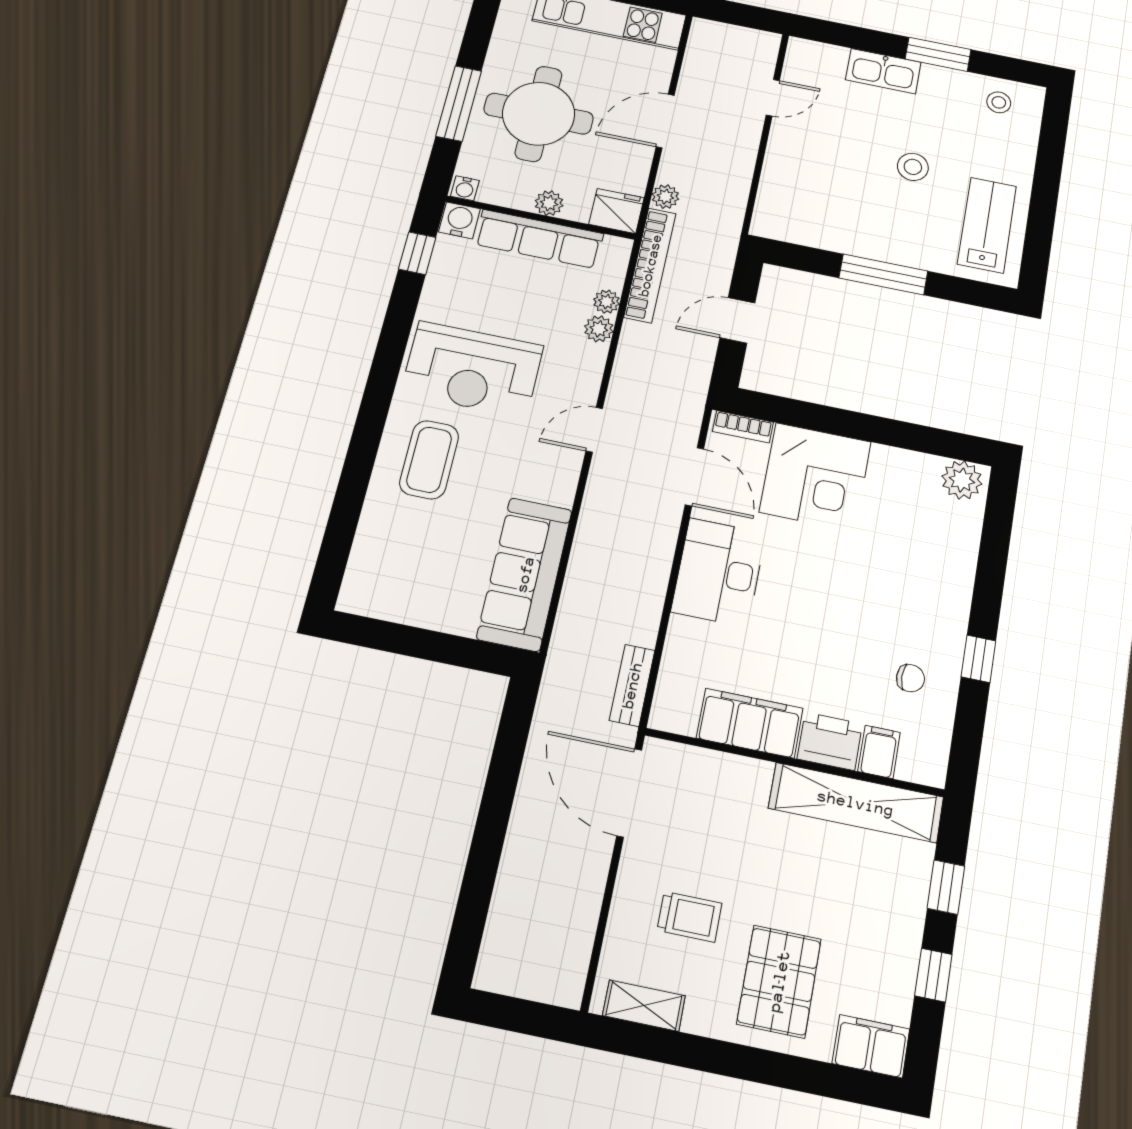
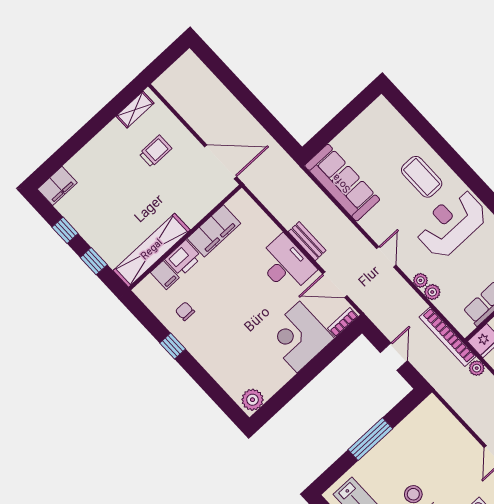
plant: (607, 302) -> (420, 280), moved
chair: (910, 678) -> (185, 311), turned 90
bench: (632, 685) -> (307, 241), moved
trolley: (689, 917) -> (155, 151), turned 180
pallet: (779, 981) -> (106, 168), removed

